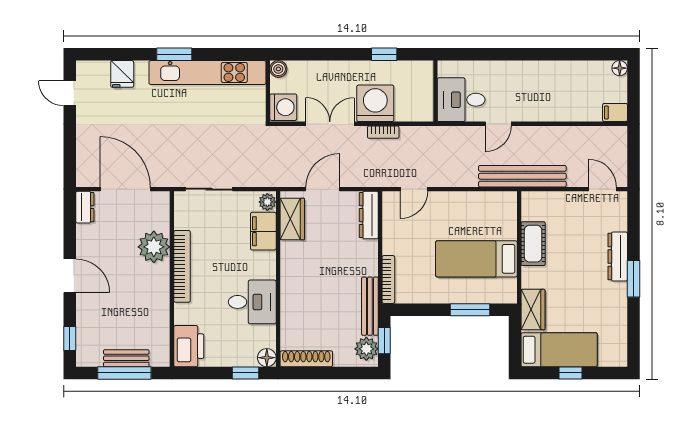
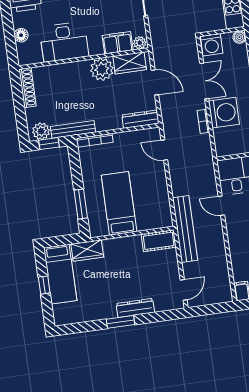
cot: (533, 244) -> (159, 241), moved
plant: (296, 257) -> (102, 69), added
desk: (252, 302) -> (64, 42), width x1.37
floor lamp: (267, 358) -> (21, 35), moved
window: (246, 373) -> (11, 44), removed

